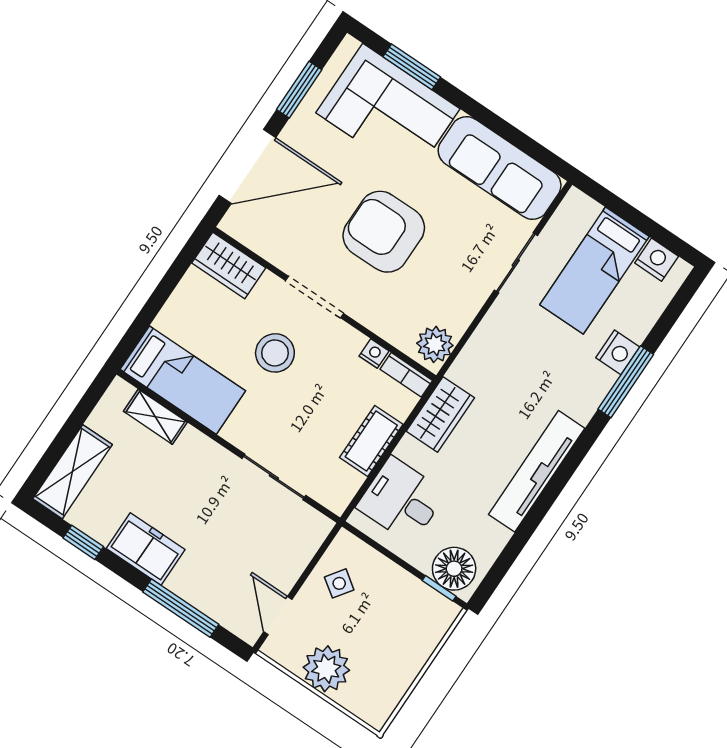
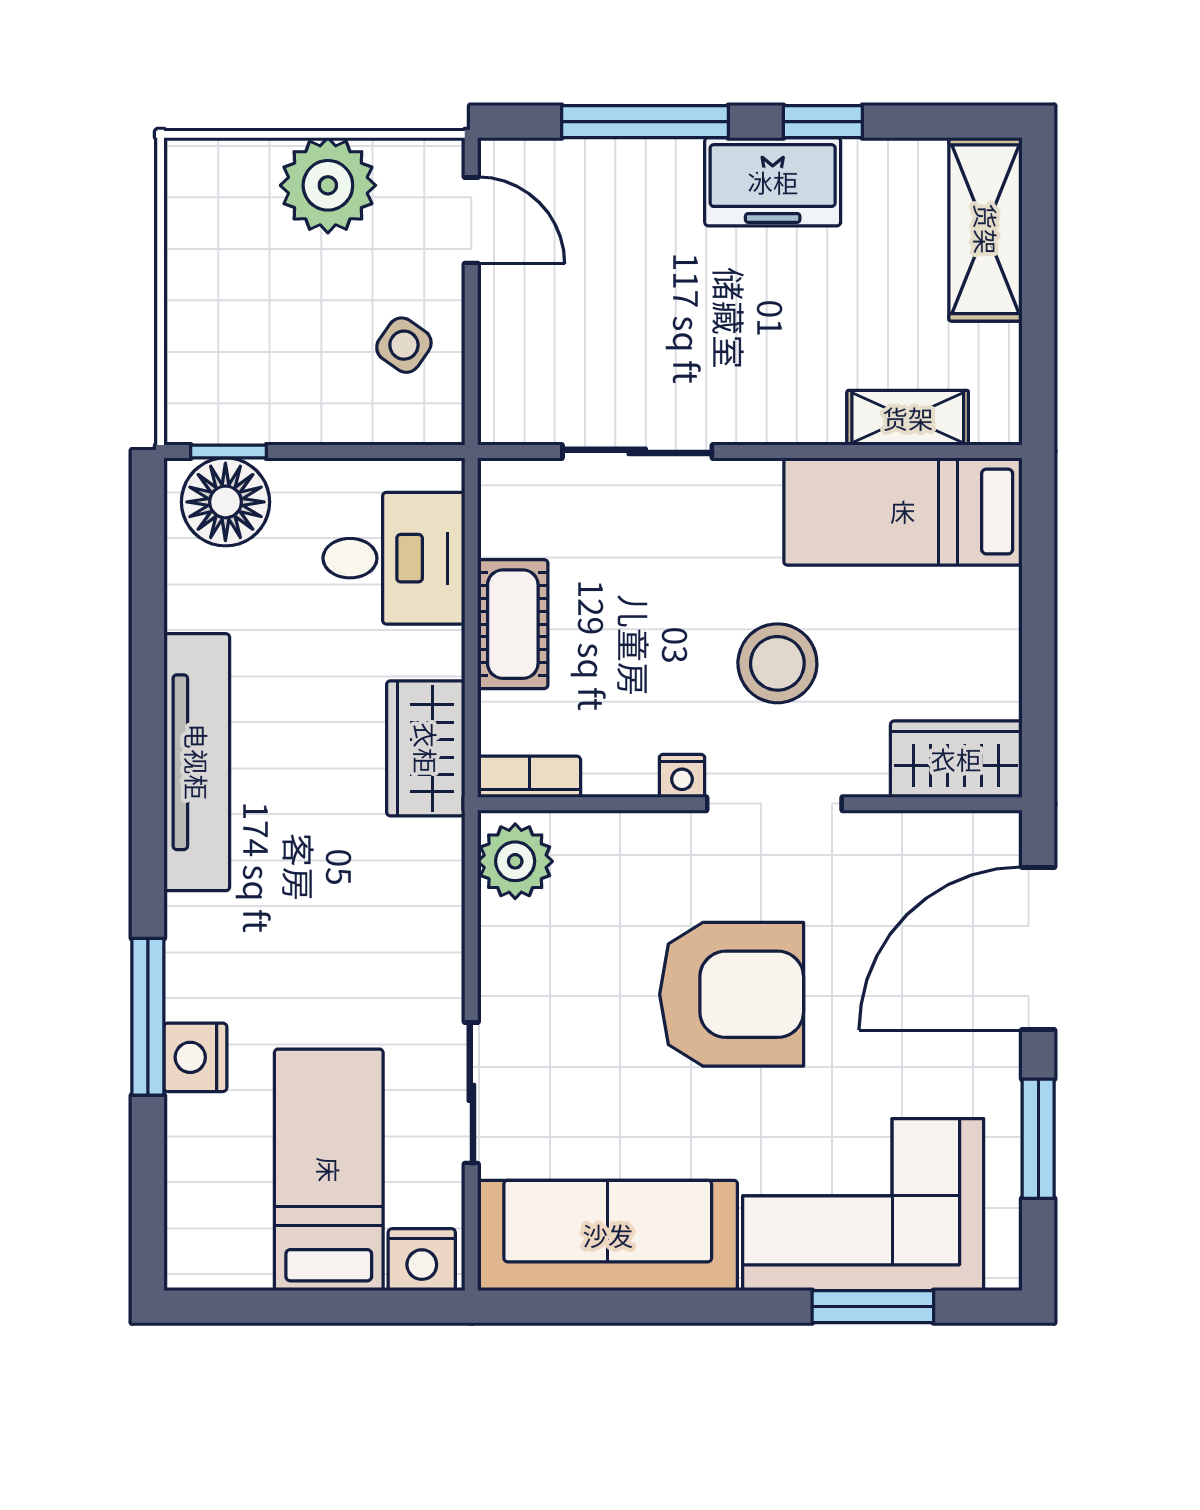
nightstand: (657, 260) -> (422, 1260), moved
nightstand: (374, 354) -> (682, 776), moved
window: (83, 542) -> (823, 122), moved

